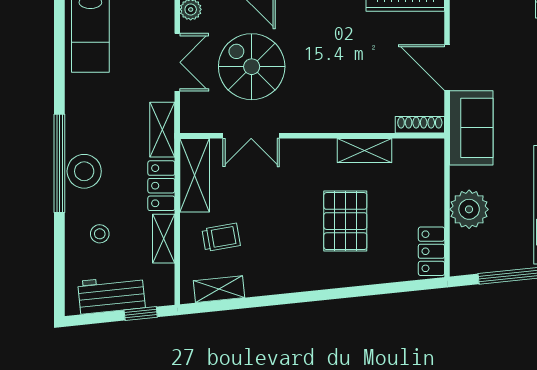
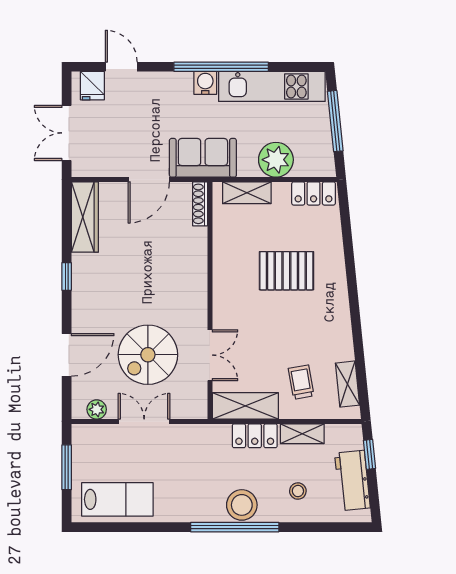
shelving: (162, 130) -> (204, 435), removed
shelving: (364, 151) -> (247, 193), moved, turned 90

